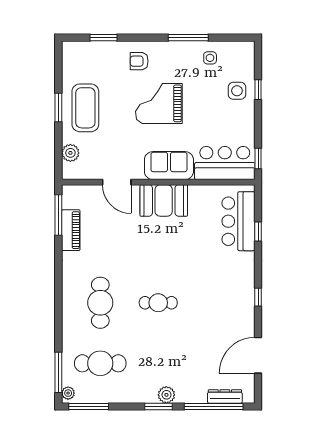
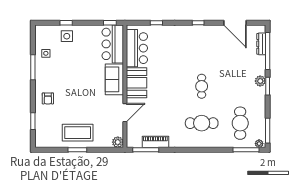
grand piano: (159, 103) -> (75, 86), removed
plant: (70, 153) -> (118, 142), moved
bar counter: (238, 221) -> (137, 48), moved, turned -90

